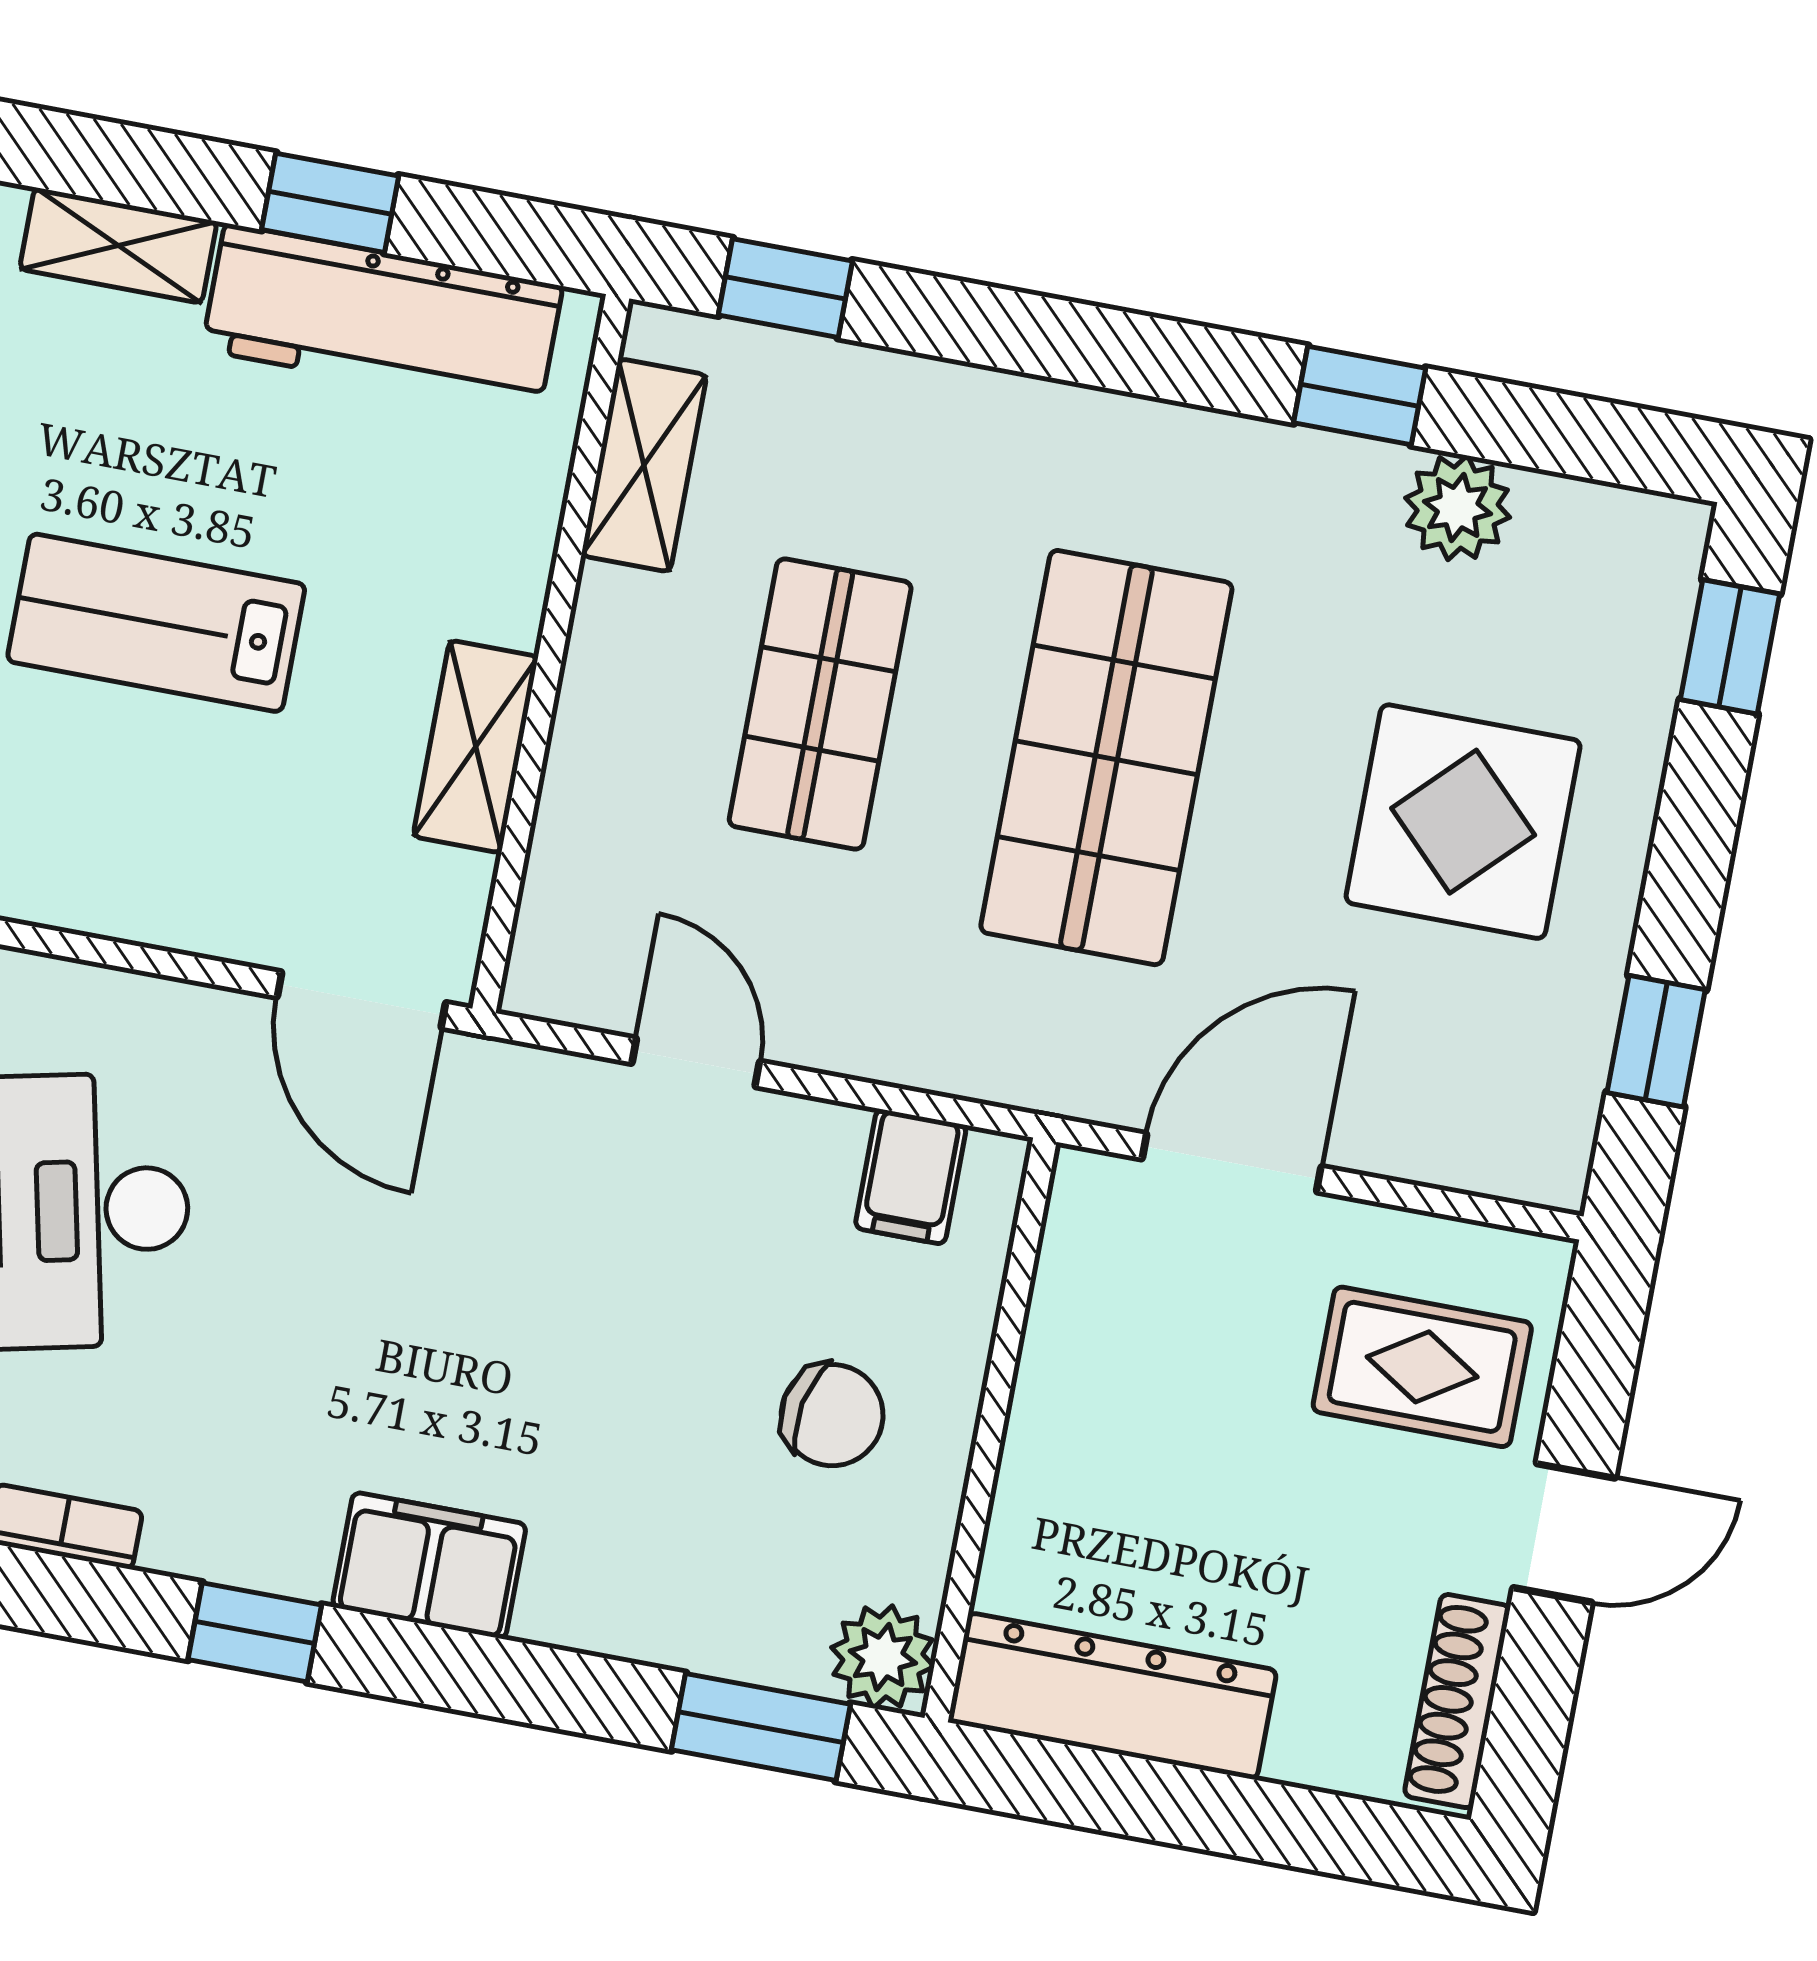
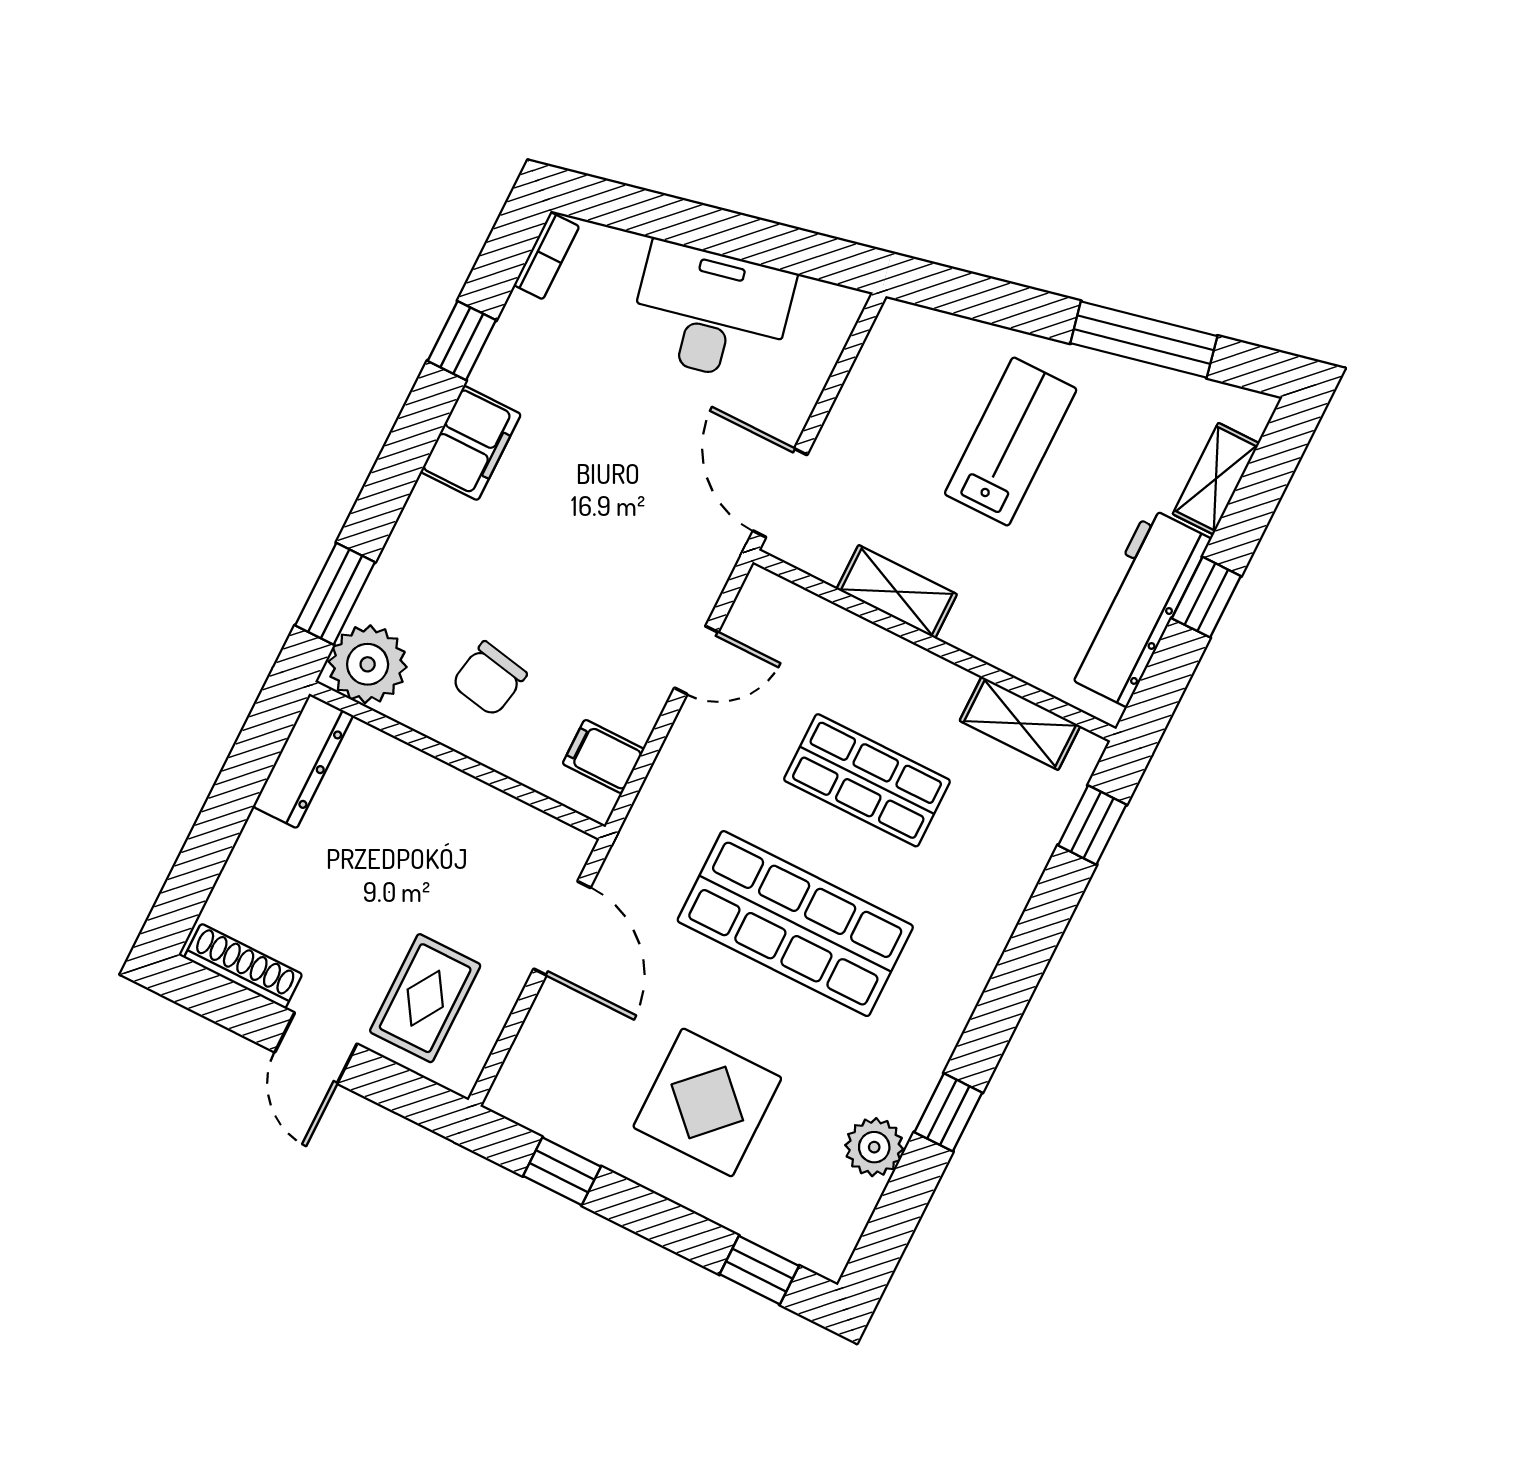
door: (361, 1000) -> (780, 493), hinge flipped
plant: (883, 1657) -> (368, 664), width x1.36, depth x1.36
dresser: (1112, 1696) -> (303, 761), width x0.73, depth x0.80

